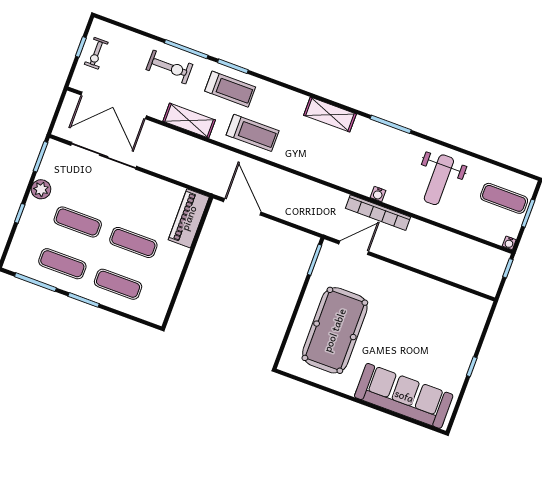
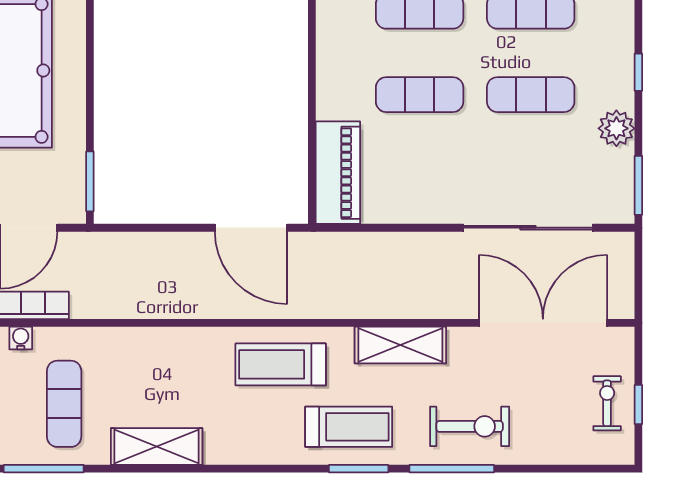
exercise bike: (169, 67) -> (470, 426), turned 180
treadmill: (230, 89) -> (349, 427), turned 180
exercise mat: (368, 153) -> (64, 404), added

